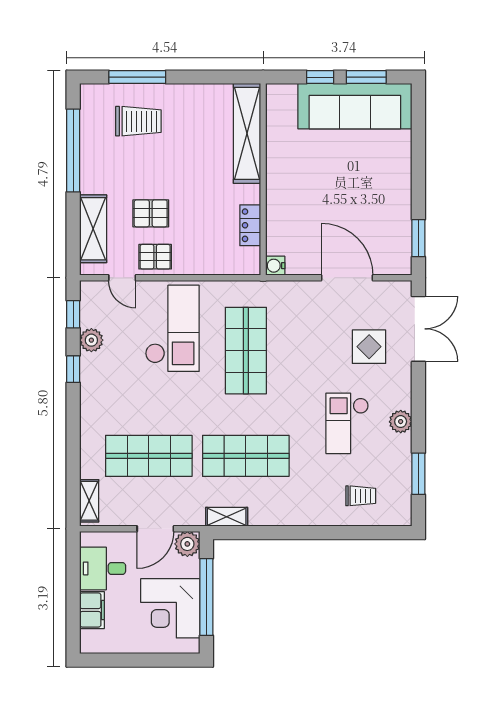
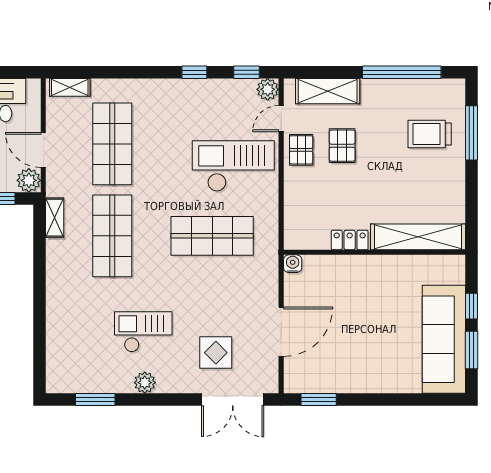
trolley: (138, 121) -> (430, 134), turned 90
locker: (250, 225) -> (350, 240), moved
checkout: (172, 328) -> (233, 166), turned 180
plant: (91, 340) -> (268, 89), moved
trolley: (361, 496) -> (74, 345), removed

